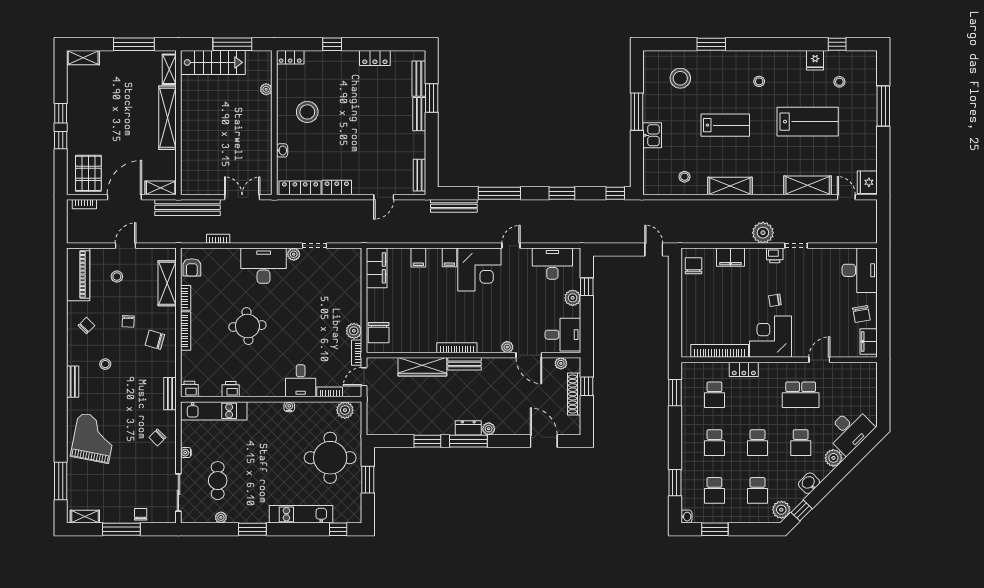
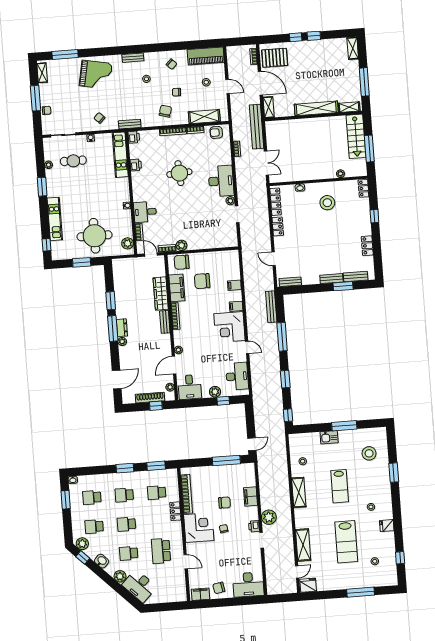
fridge: (815, 60) -> (387, 526), moved
chair: (694, 266) -> (225, 503), moved
filing cabinet: (377, 268) -> (177, 288), moved, turned -90
window: (675, 289) -> (226, 460), added
chair: (409, 305) -> (202, 281), added
window: (675, 483) -> (125, 468), moved

